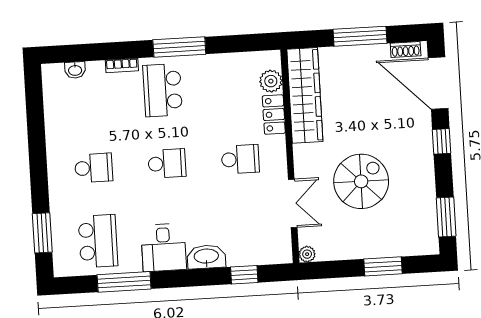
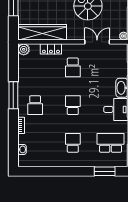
plant: (271, 81) -> (24, 49), moved
school desk: (163, 90) -> (35, 105), width x0.54
school desk: (240, 159) -> (73, 67), turned 180

